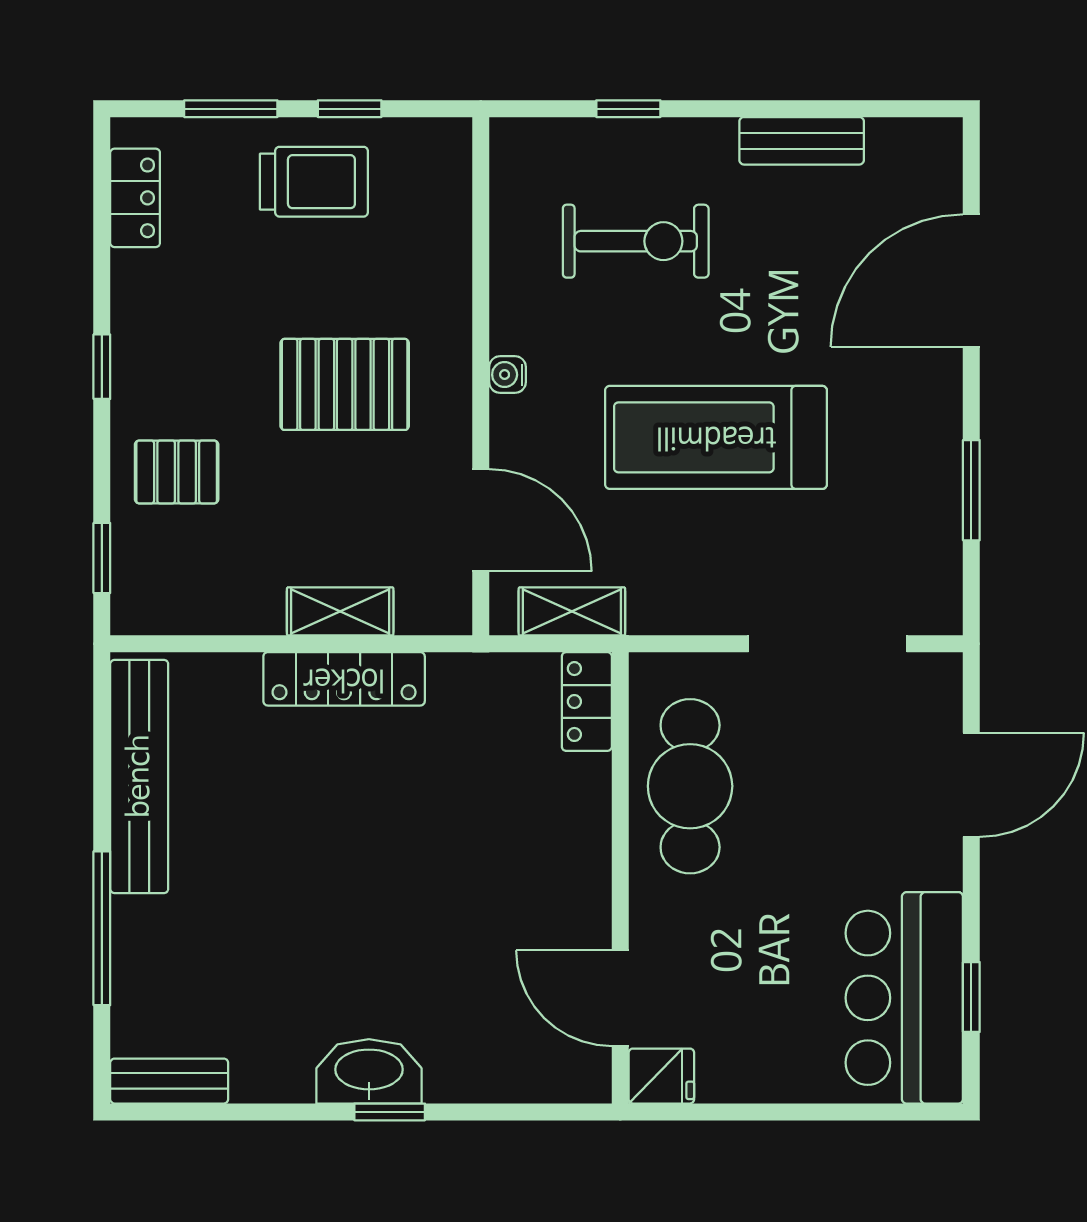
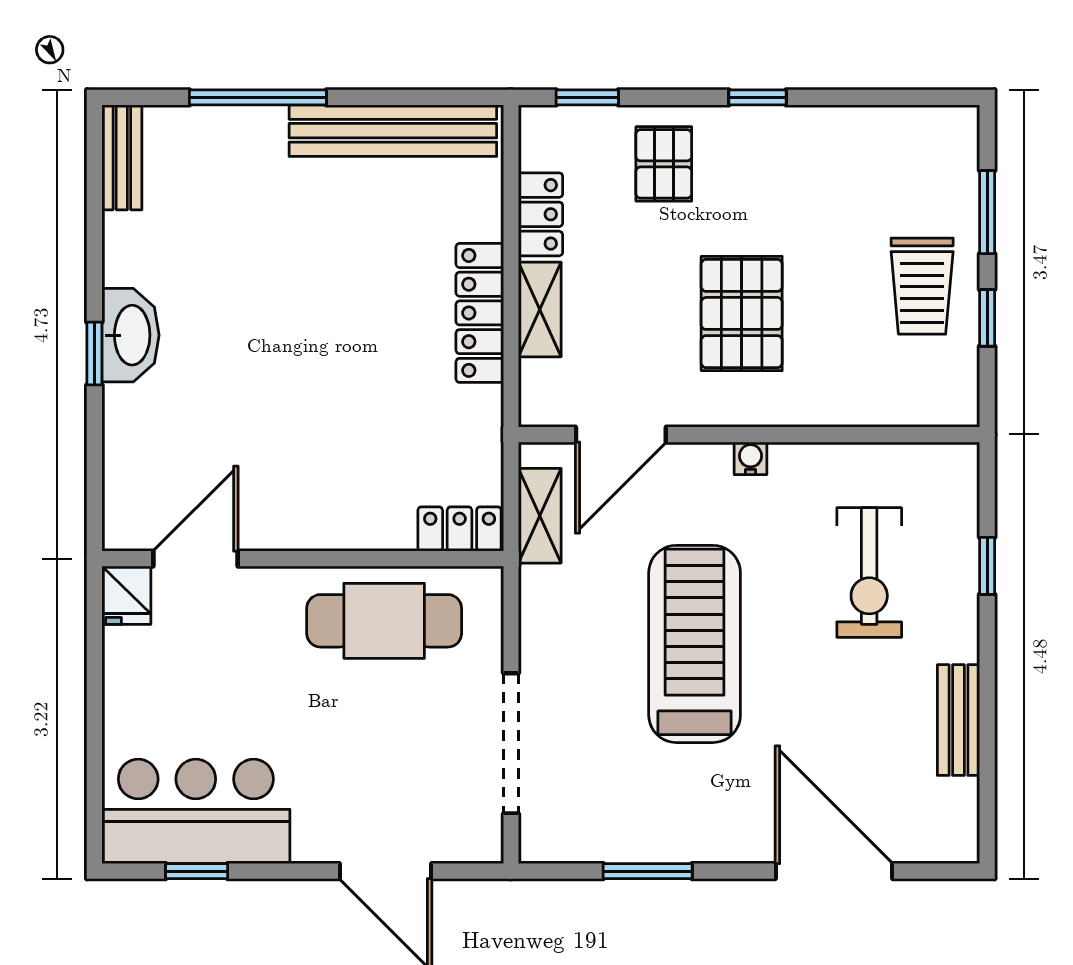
locker: (135, 198) -> (541, 214), moved, turned -90

